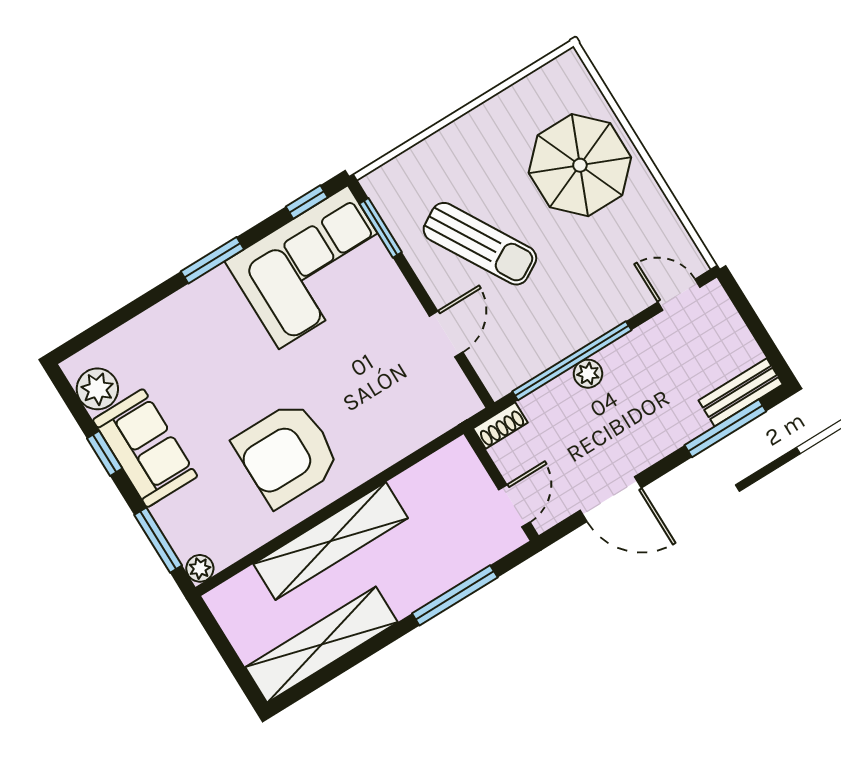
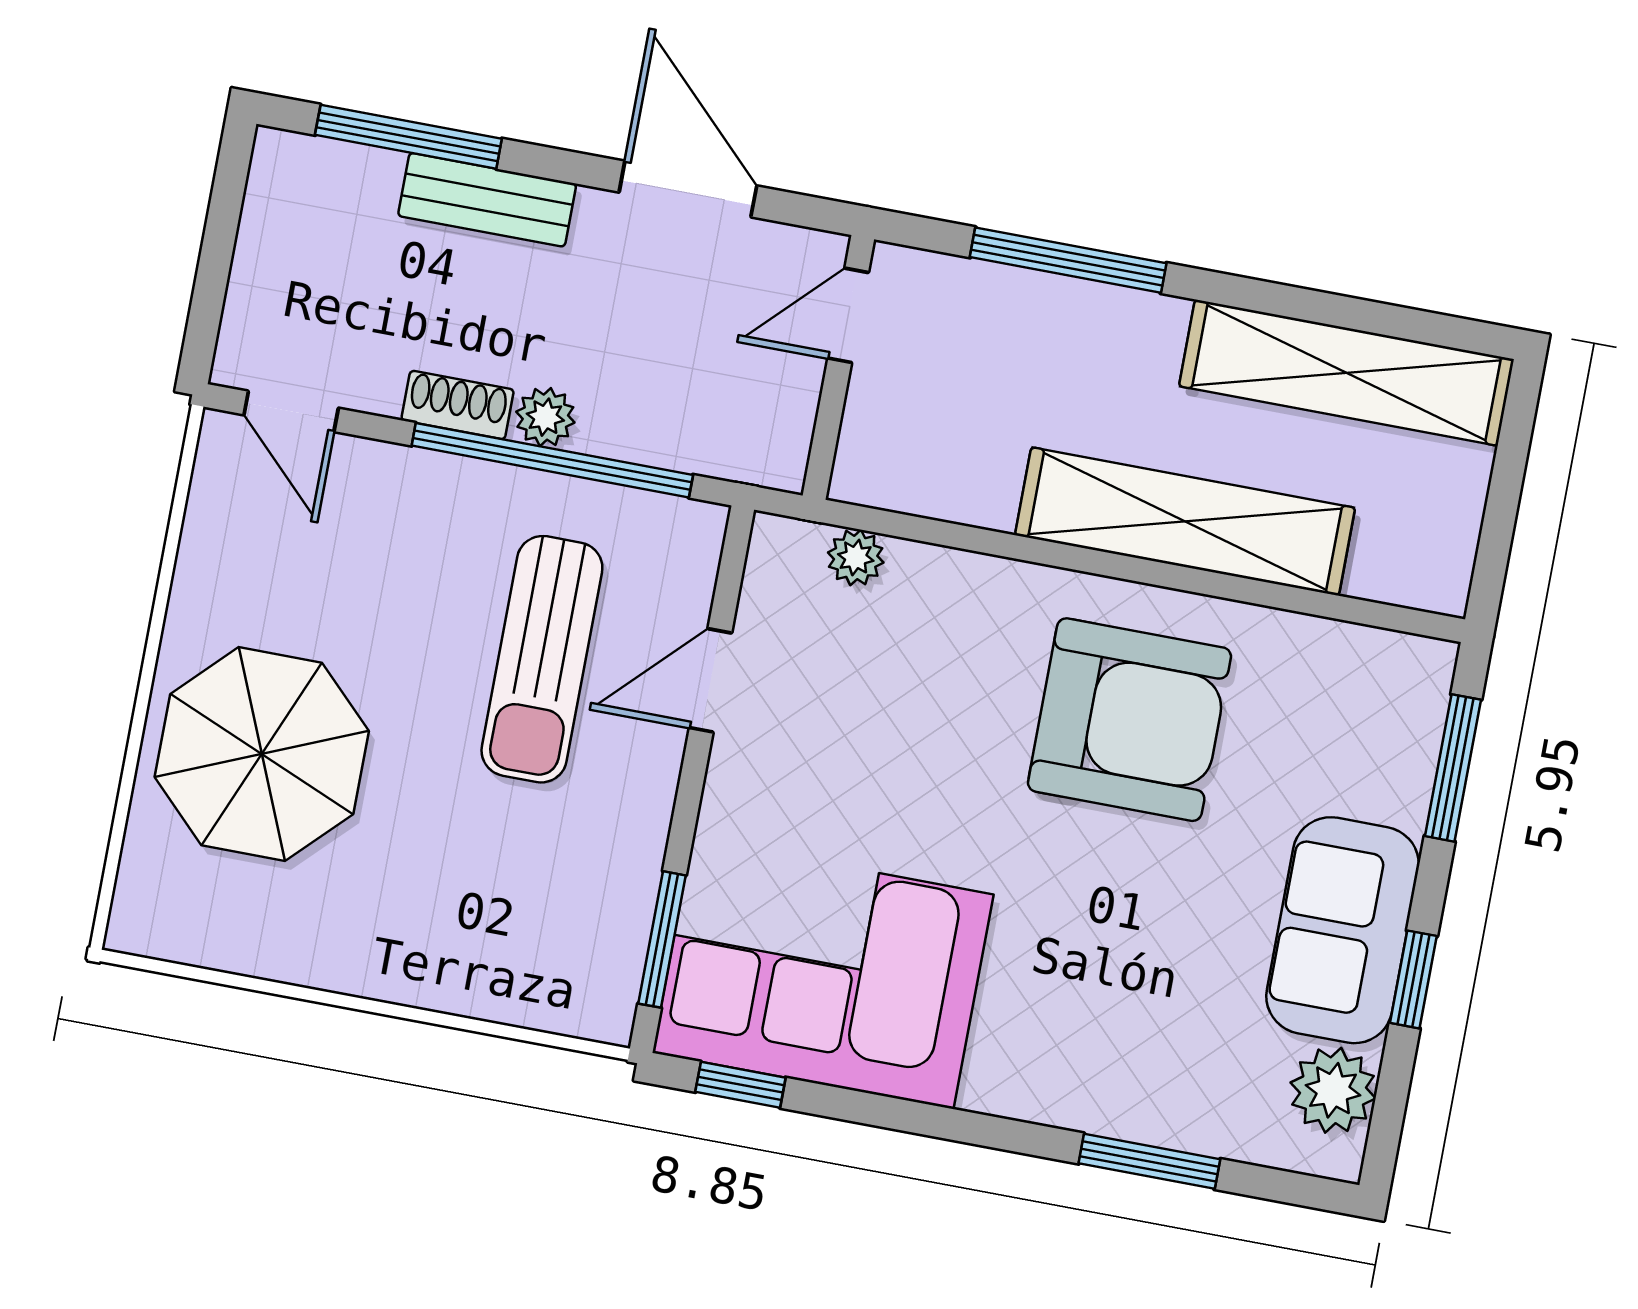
sun lounger: (480, 244) -> (542, 659), moved, turned -150
window: (212, 260) -> (1149, 1161), moved
bench: (741, 392) -> (487, 200), moved
shoe rack: (500, 425) -> (458, 405), moved
plant: (200, 568) -> (856, 557), moved

